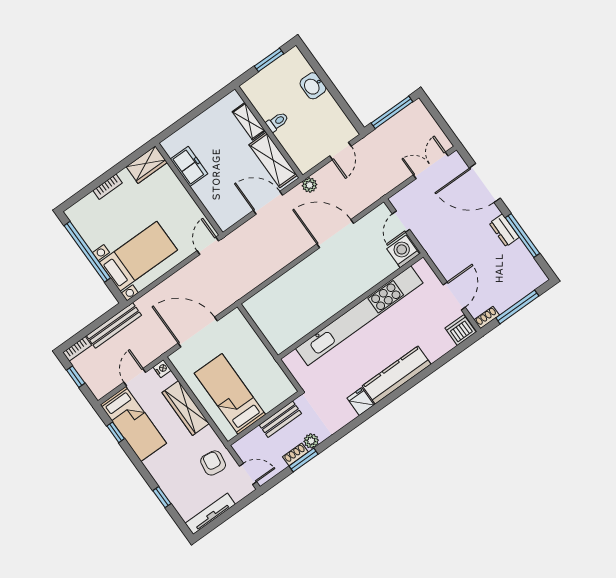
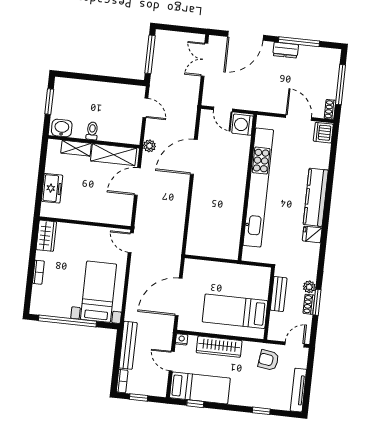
washbasin: (313, 86) -> (62, 128), moved, turned 180
freezer: (189, 166) -> (52, 188), moved, turned 90

